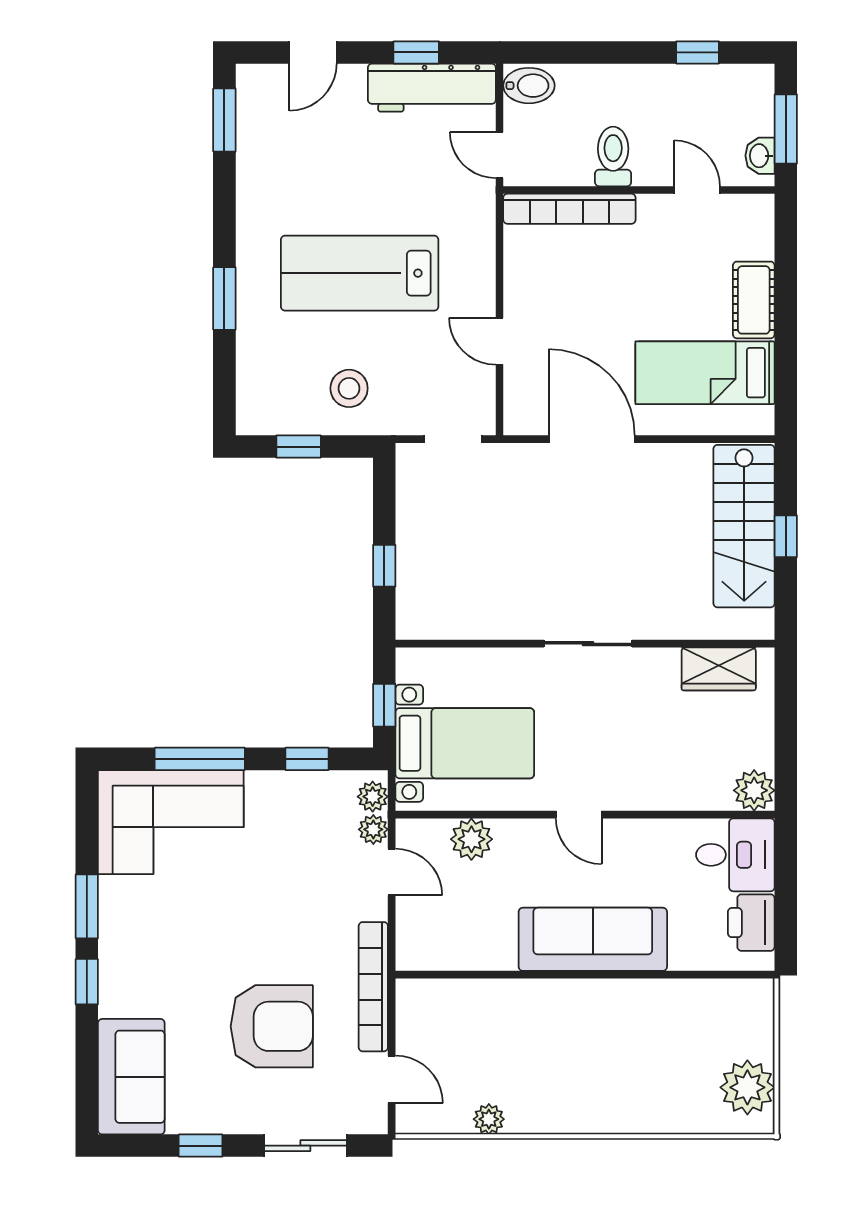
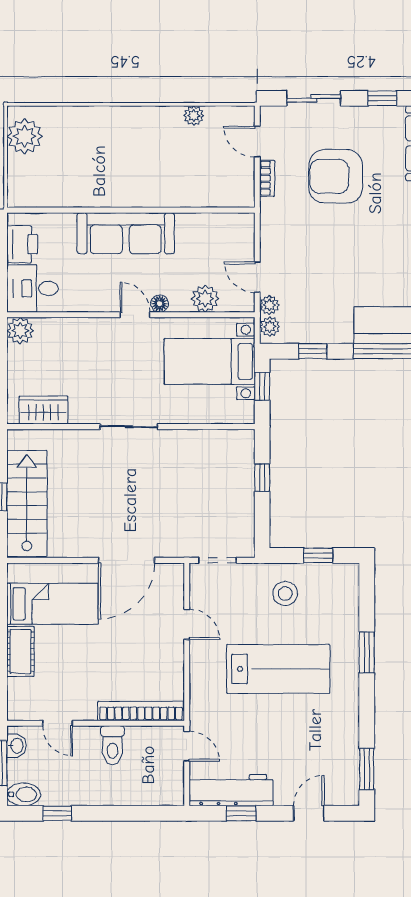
bidet: (529, 86) -> (24, 794), moved, turned 180
door: (592, 439) -> (127, 560), hinge flipped
floor lamp: (541, 832) -> (160, 304), added
bookcase: (373, 987) -> (267, 178), width x0.43, depth x0.76

